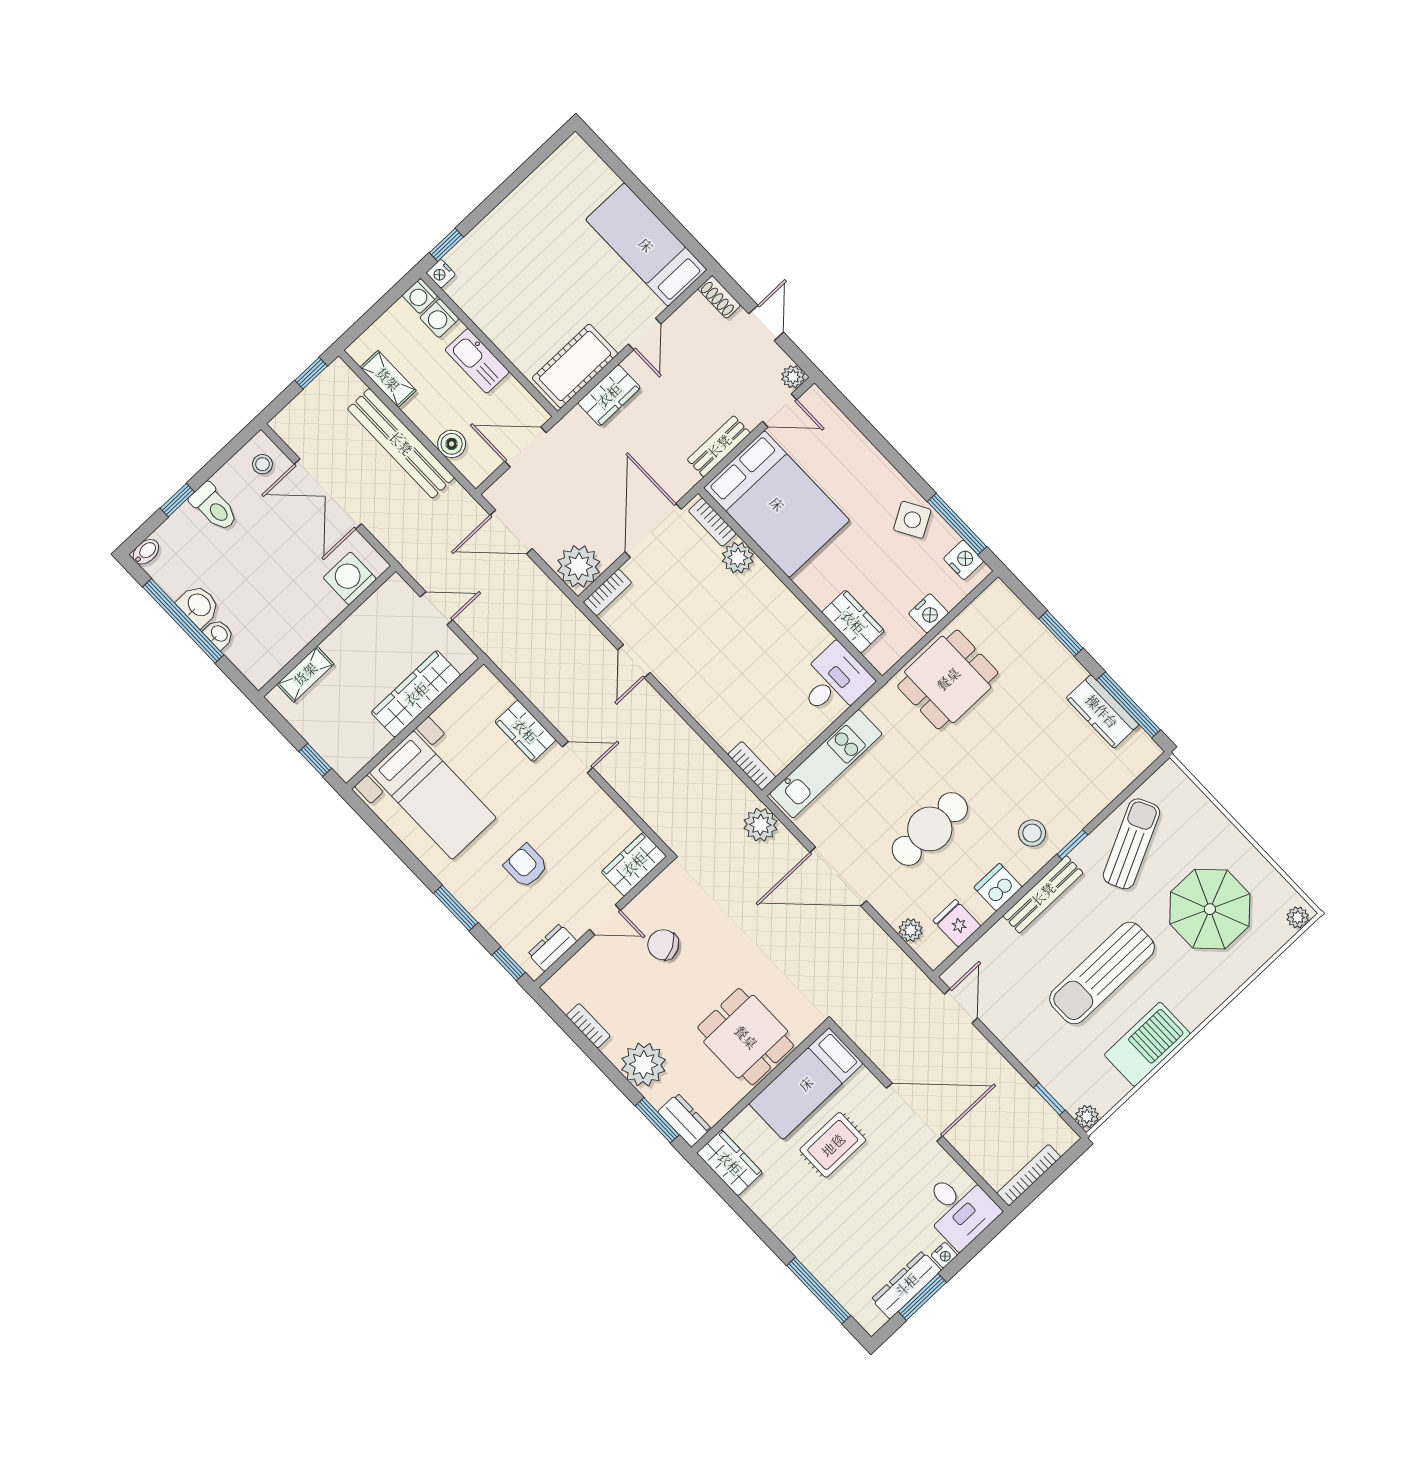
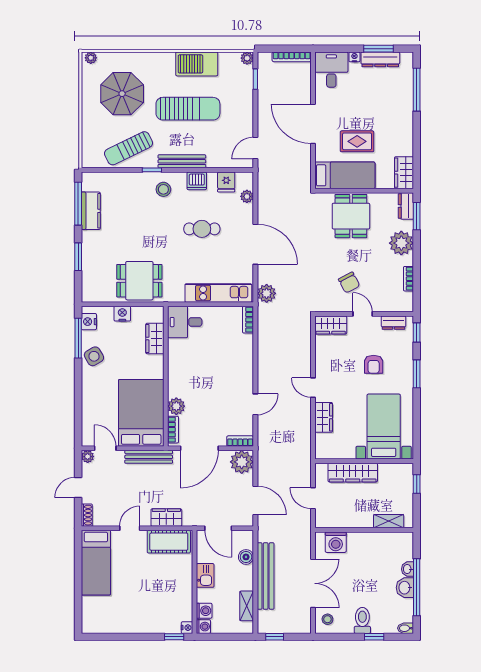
kitchen sink: (477, 361) -> (205, 575), width x0.73
bench: (719, 446) -> (149, 457), width x1.36
cafe table: (930, 829) -> (202, 229), width x0.73, depth x0.74

